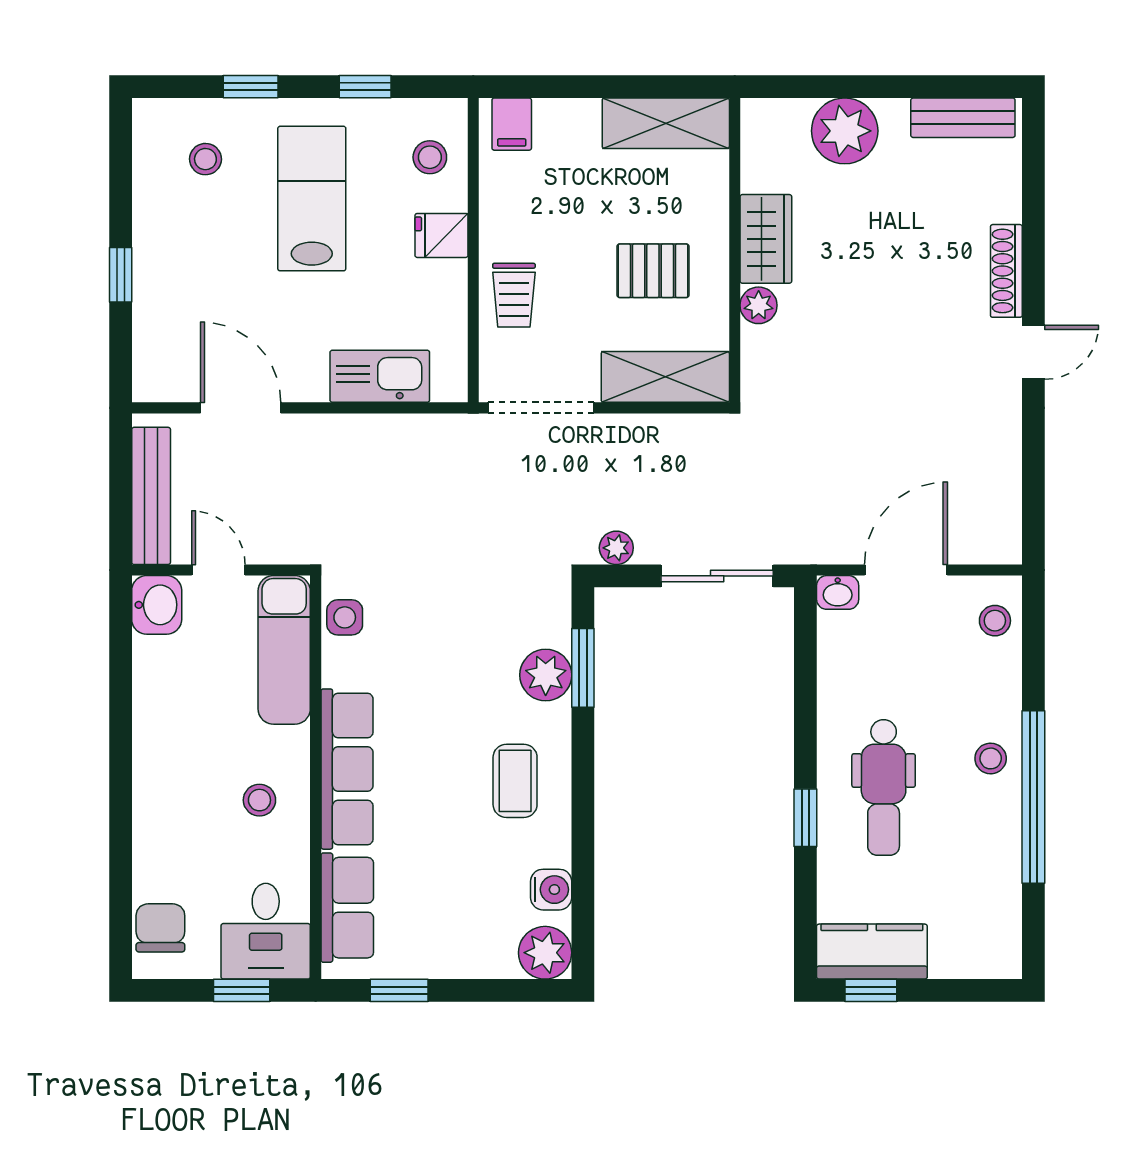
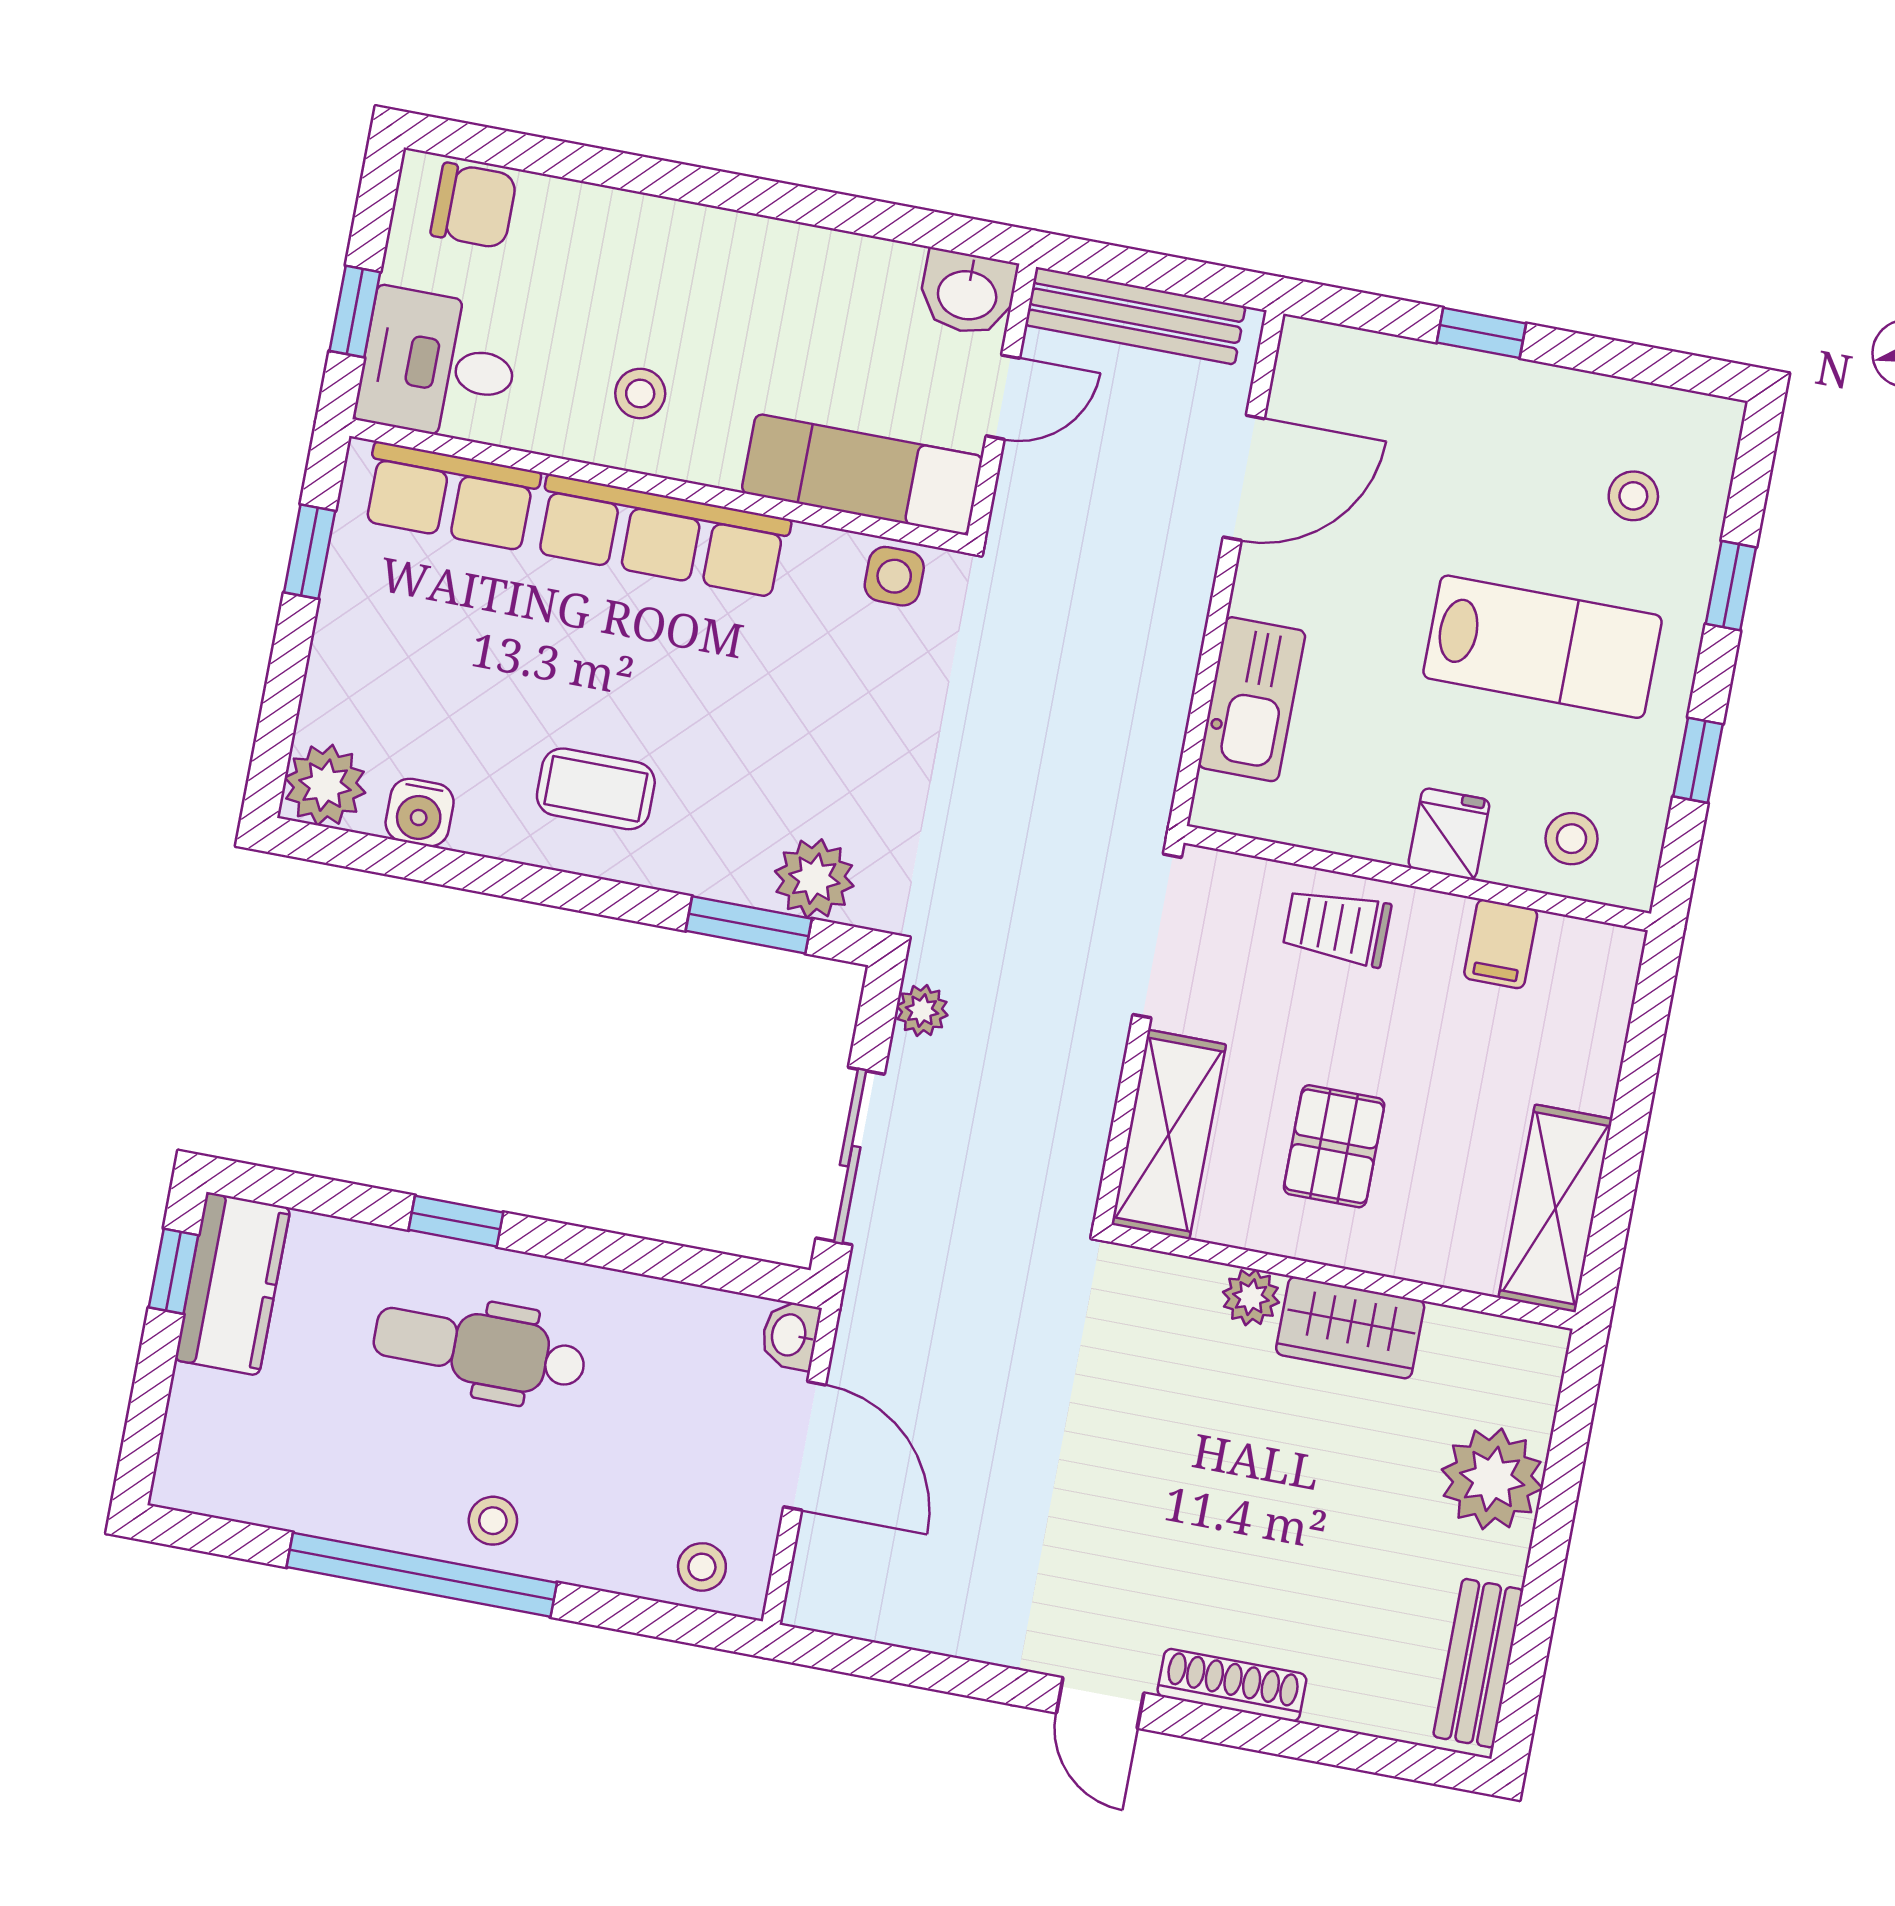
filing cabinet: (512, 124) -> (1501, 944), moved, turned -90
plant: (546, 675) -> (814, 879), moved

